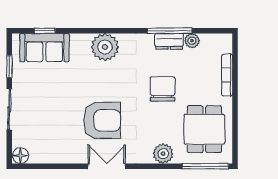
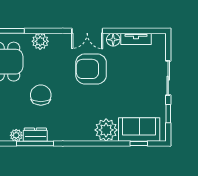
plant: (105, 47) -> (106, 130), moved
chair: (163, 89) -> (41, 95), turned 180
floor lamp: (21, 156) -> (113, 40), moved
tv unit: (48, 157) -> (136, 39), added

